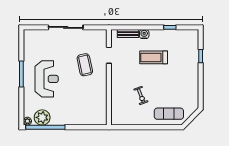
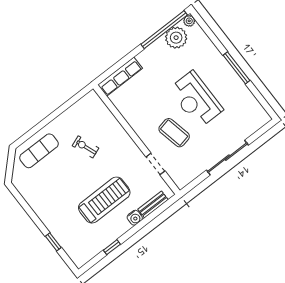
treadmill: (154, 57) -> (104, 200), width x1.37, depth x1.38
reception desk: (47, 79) -> (196, 99), moved
row of seats: (91, 120) -> (120, 77), added

